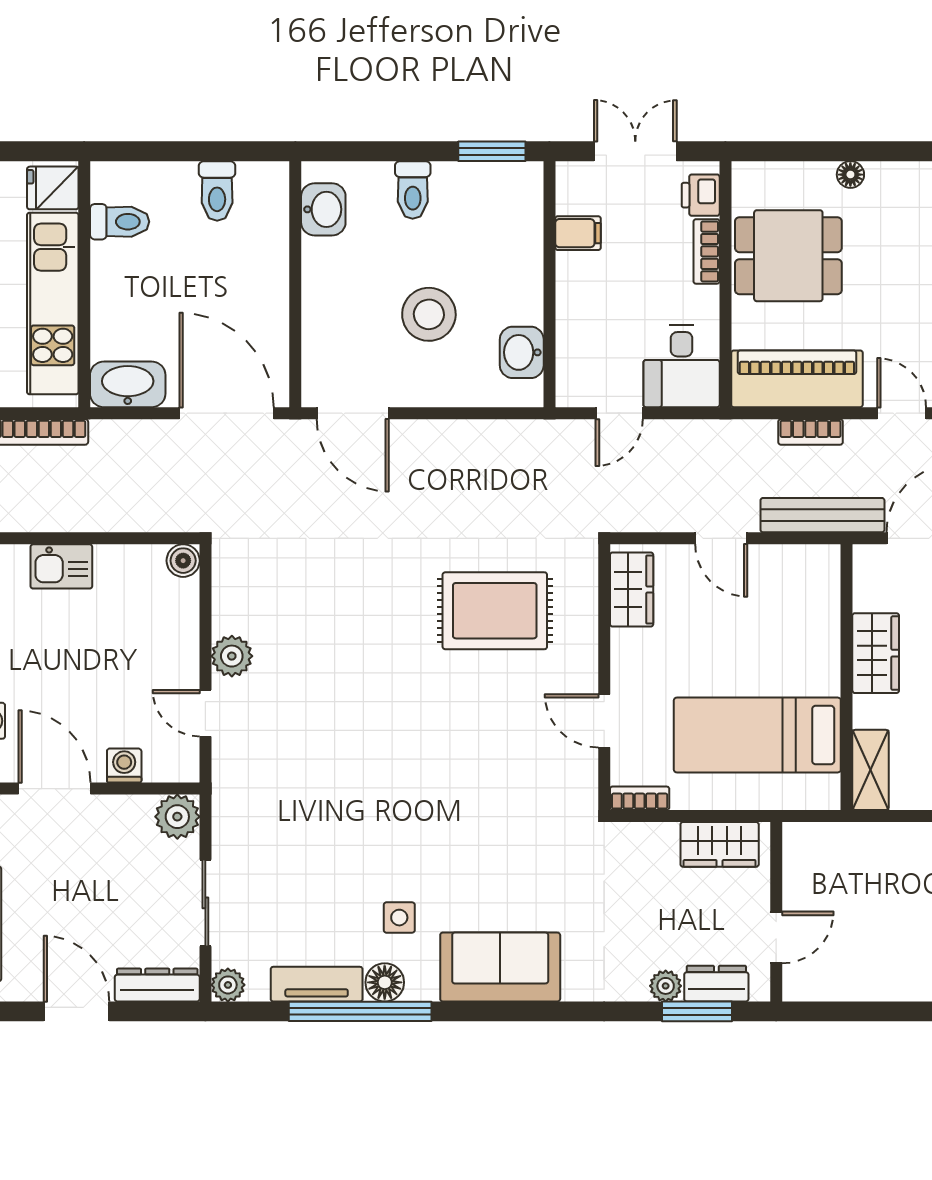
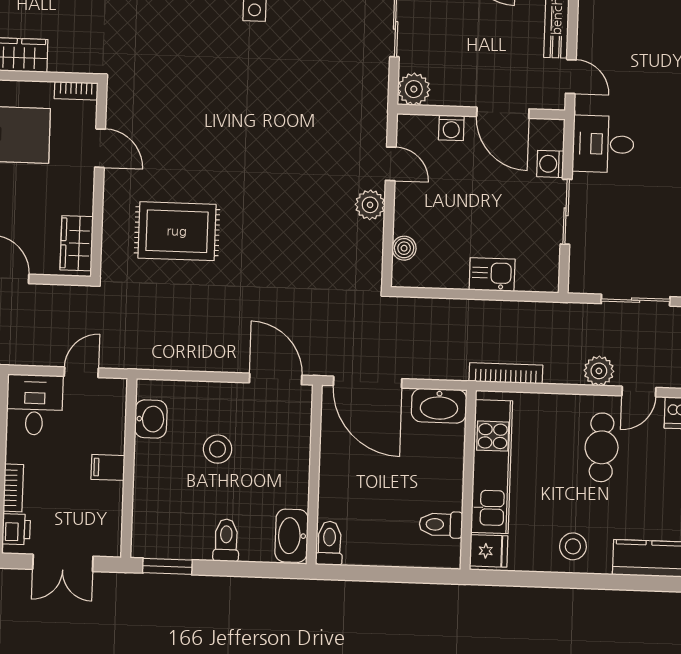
toilet: (217, 191) -> (329, 543), moved
washbasin: (323, 209) -> (292, 536), width x1.38
filing cabinet: (578, 233) -> (108, 467), moved
stool: (429, 314) -> (218, 449), width x0.73, depth x0.73
boiler: (183, 561) -> (404, 248), moved

